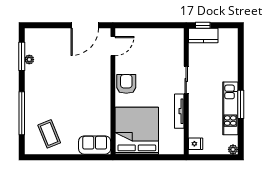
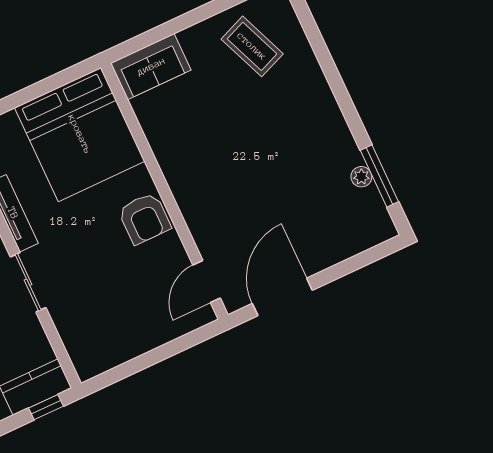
window: (22, 113) -> (326, 62), removed

